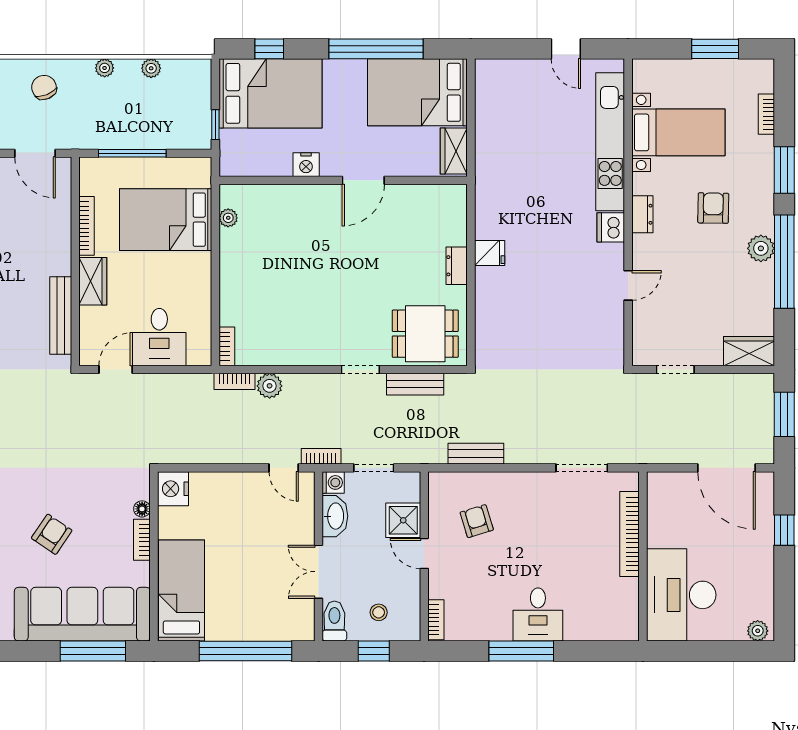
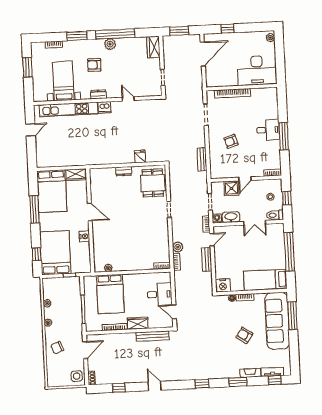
window: (376, 49) -> (34, 209), width x0.68
fridge: (490, 253) -> (140, 157), moved
bench: (415, 384) -> (207, 259), moved
armchair: (477, 521) -> (231, 141), moved

